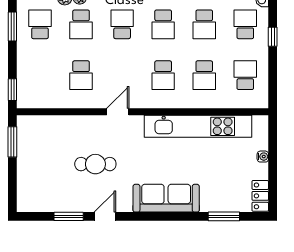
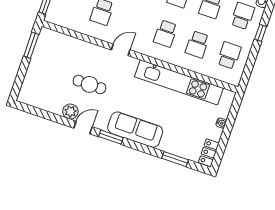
plant: (84, 203) -> (70, 112), added
window: (69, 216) -> (111, 137), moved

